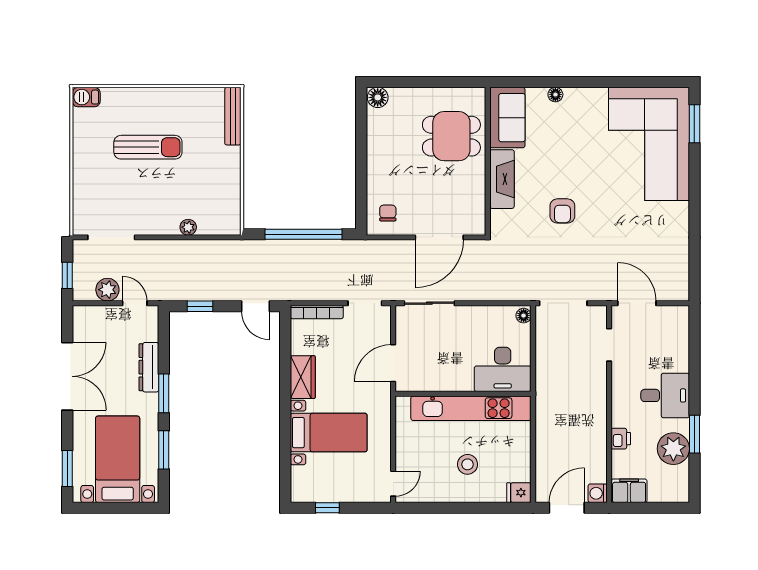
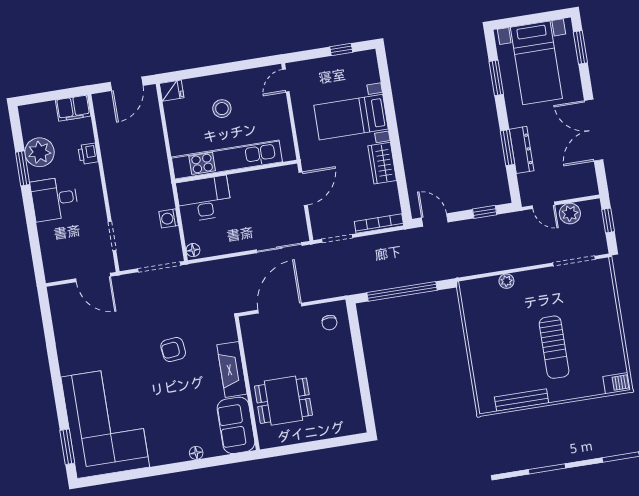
floor lamp: (378, 97) -> (355, 425), removed
bench: (233, 116) -> (522, 400), moved, turned 90
sun lounger: (148, 147) -> (554, 347), turned -90
armchair: (562, 211) -> (173, 350), turned -96
window: (164, 393) -> (507, 148), moved
washing machine: (598, 493) -> (169, 218), moved, turned 180

